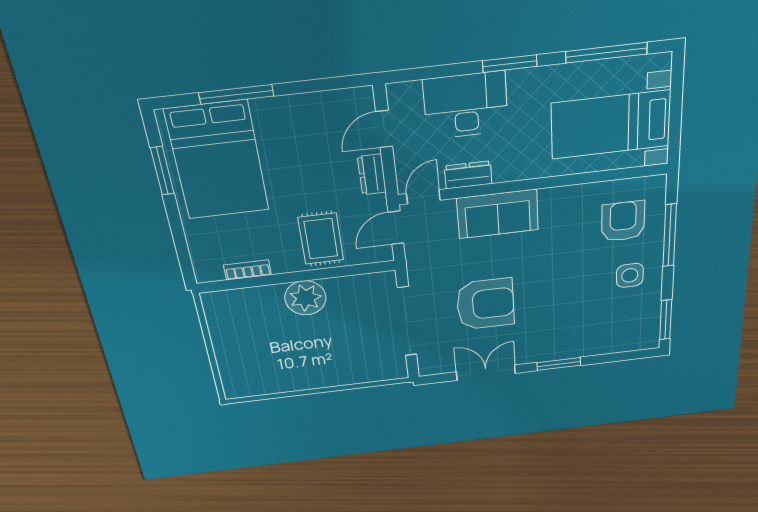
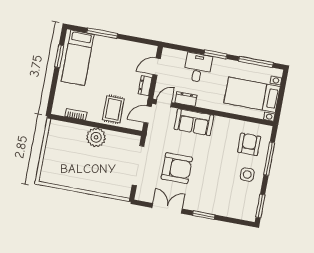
desk: (466, 105) -> (198, 68), width x0.73
bed: (217, 161) -> (78, 58), width x0.67

